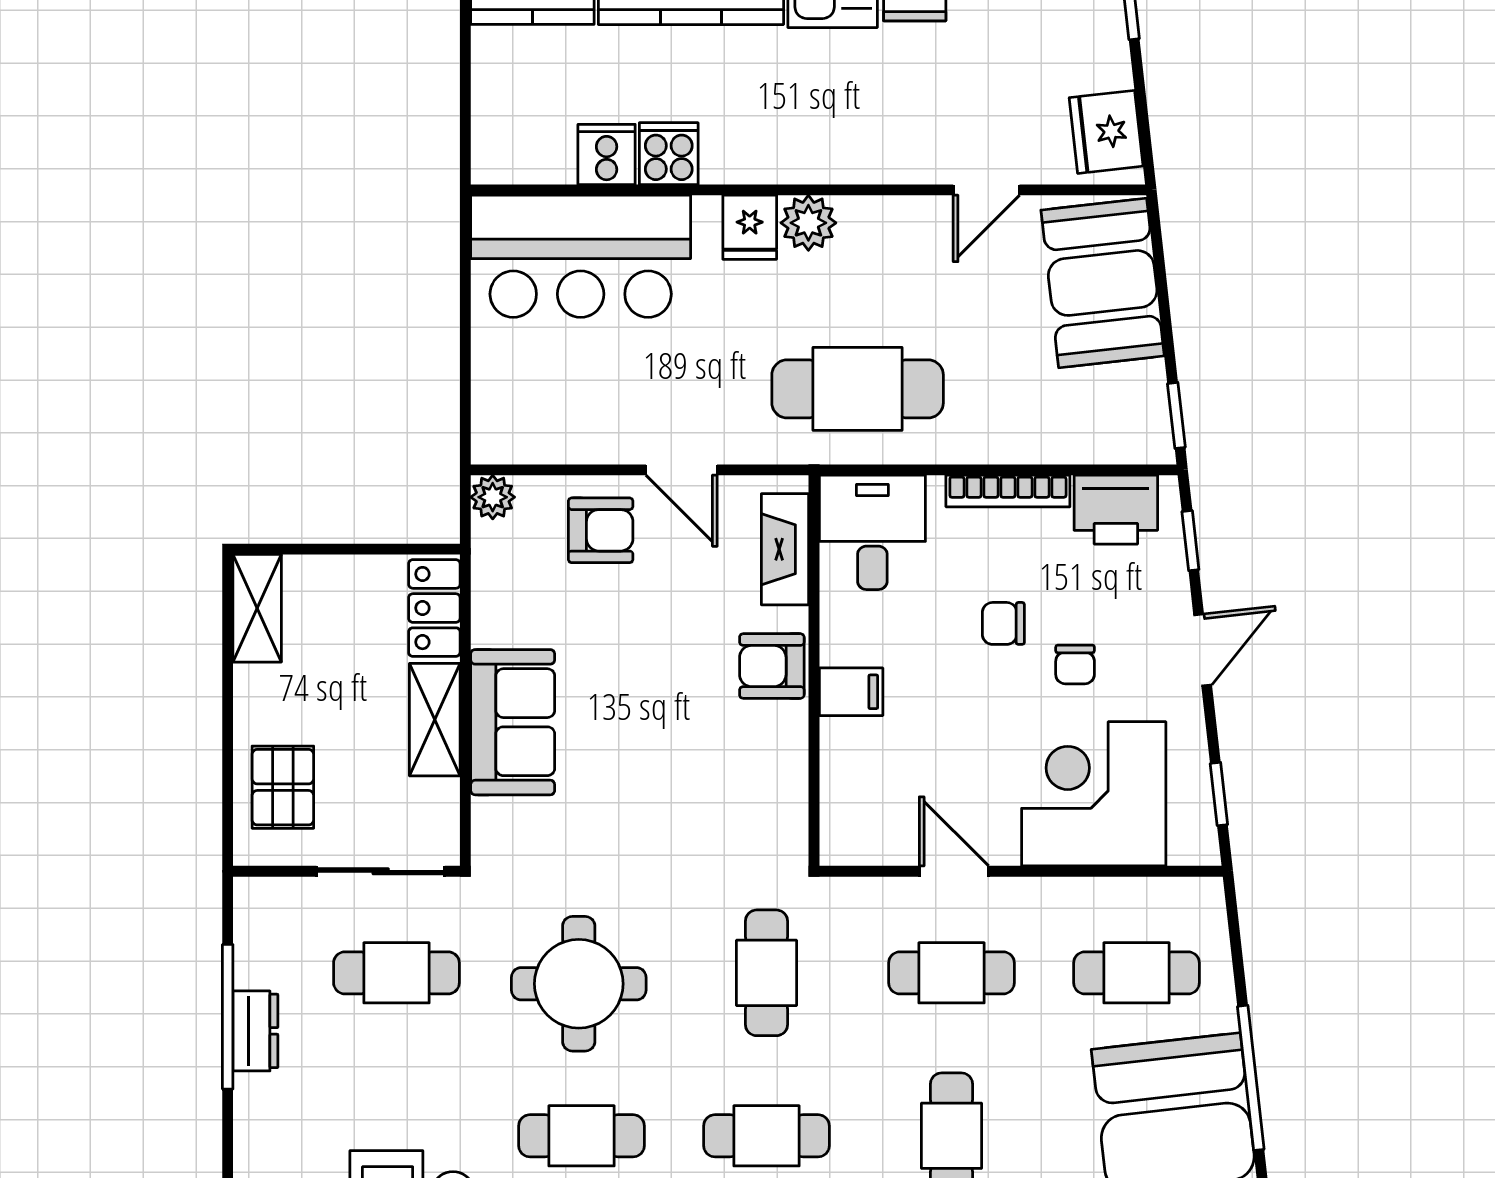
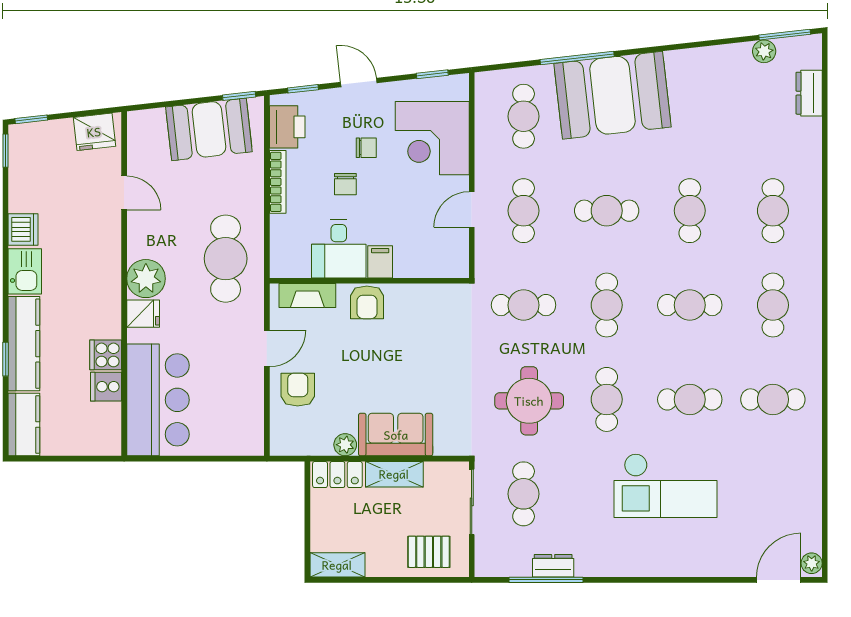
plant: (808, 223) -> (146, 279), width x1.36, depth x1.36
booth: (1103, 283) -> (209, 129), moved
plant: (493, 497) -> (345, 445), moved
desk: (872, 532) -> (339, 249), moved, turned -90

